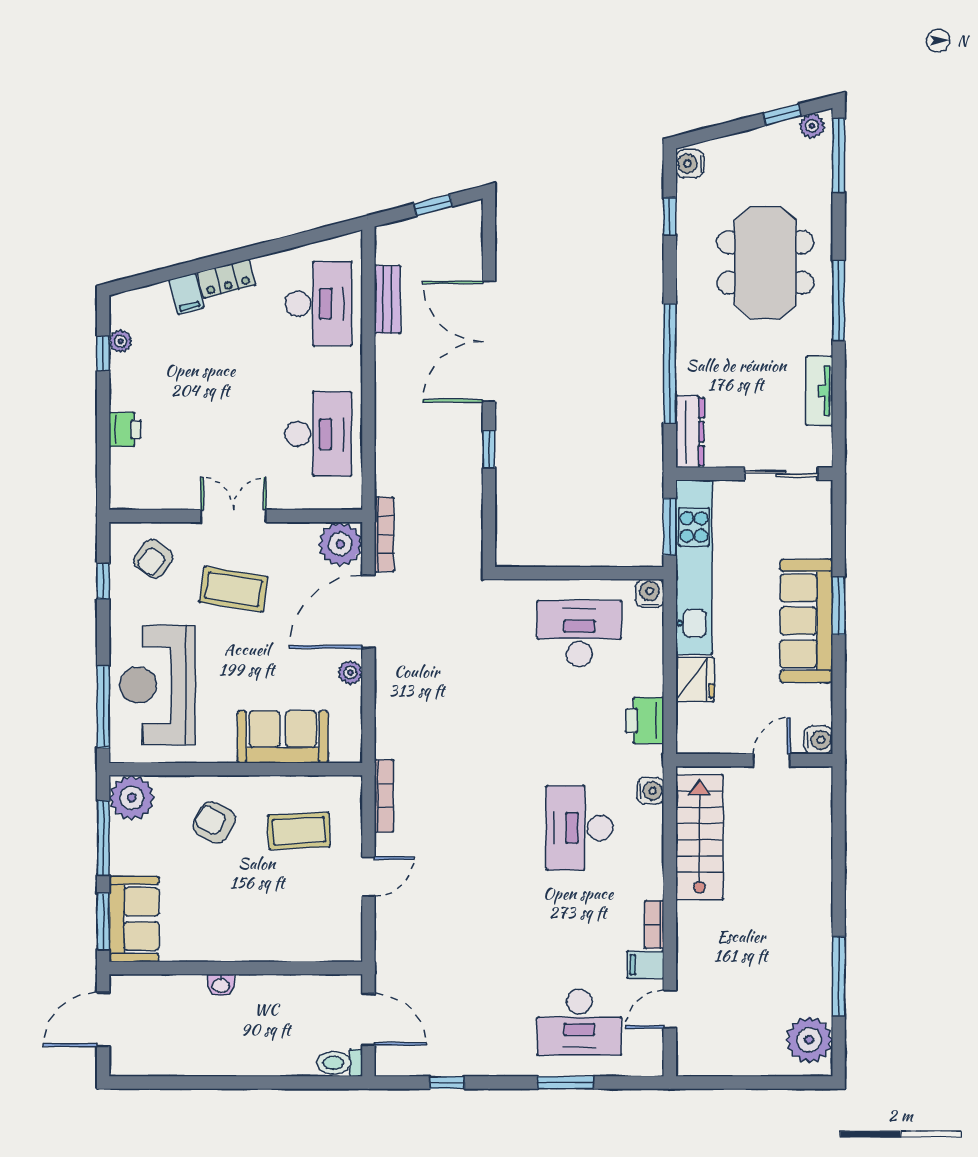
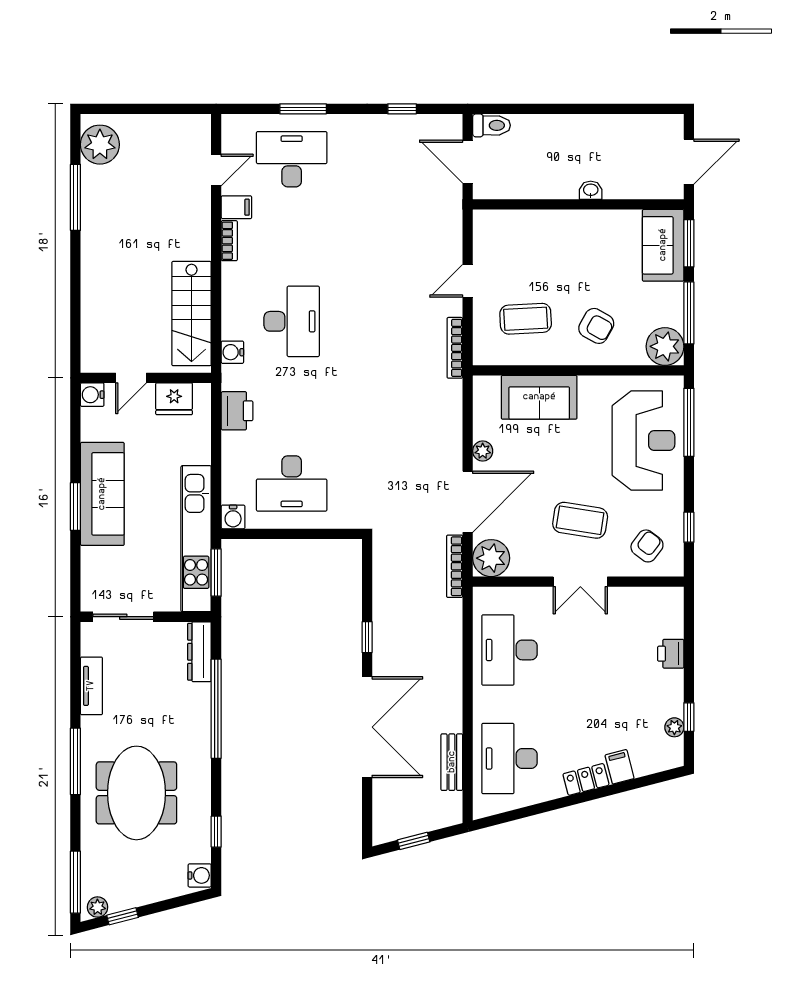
fridge: (695, 679) -> (174, 399), moved, turned -90

